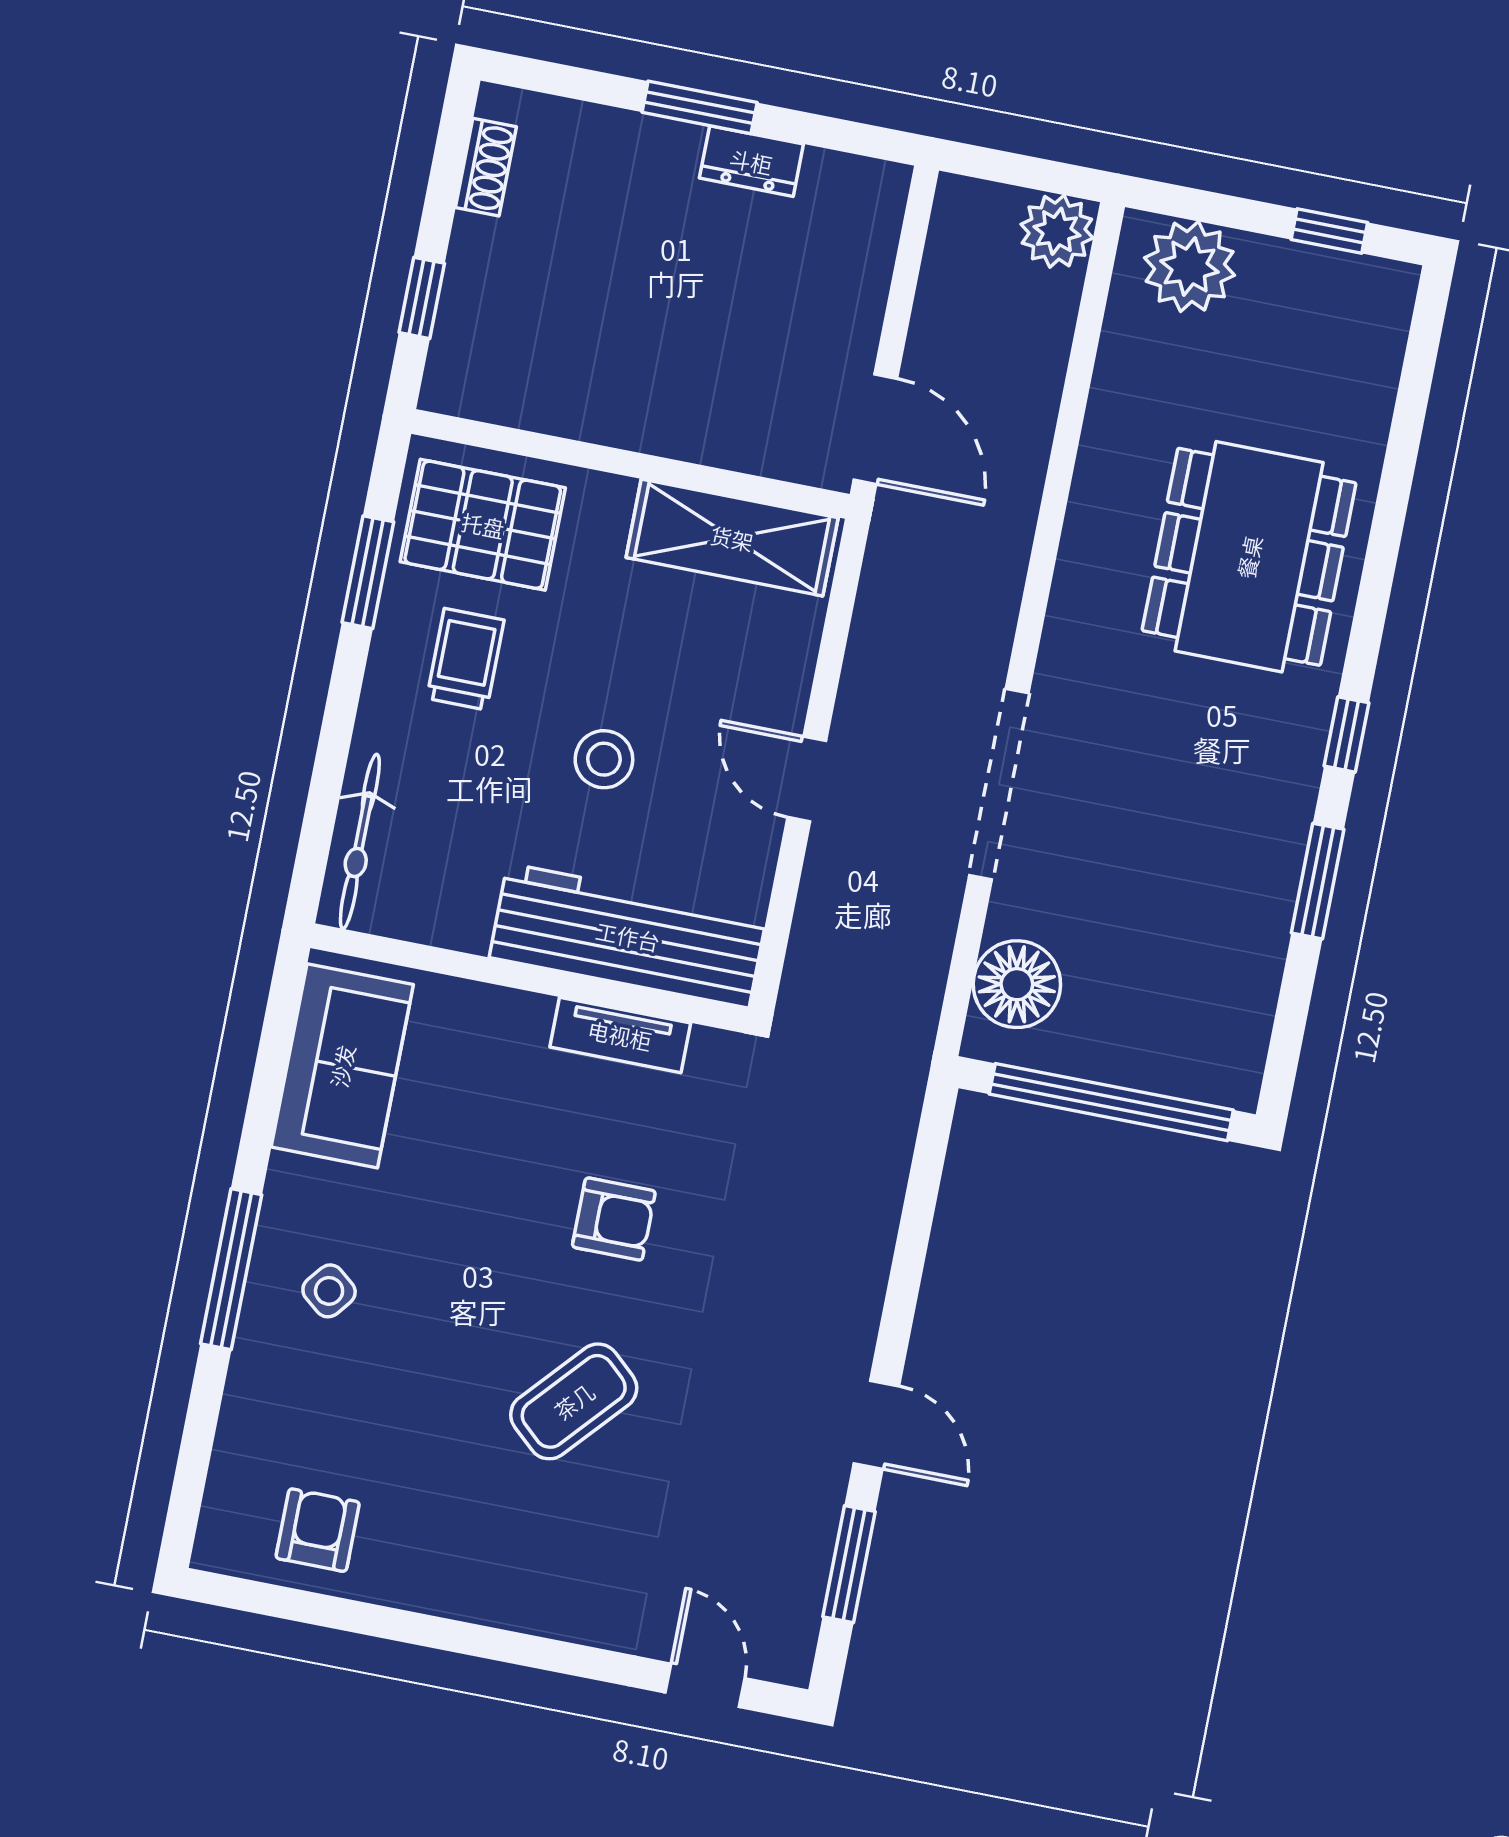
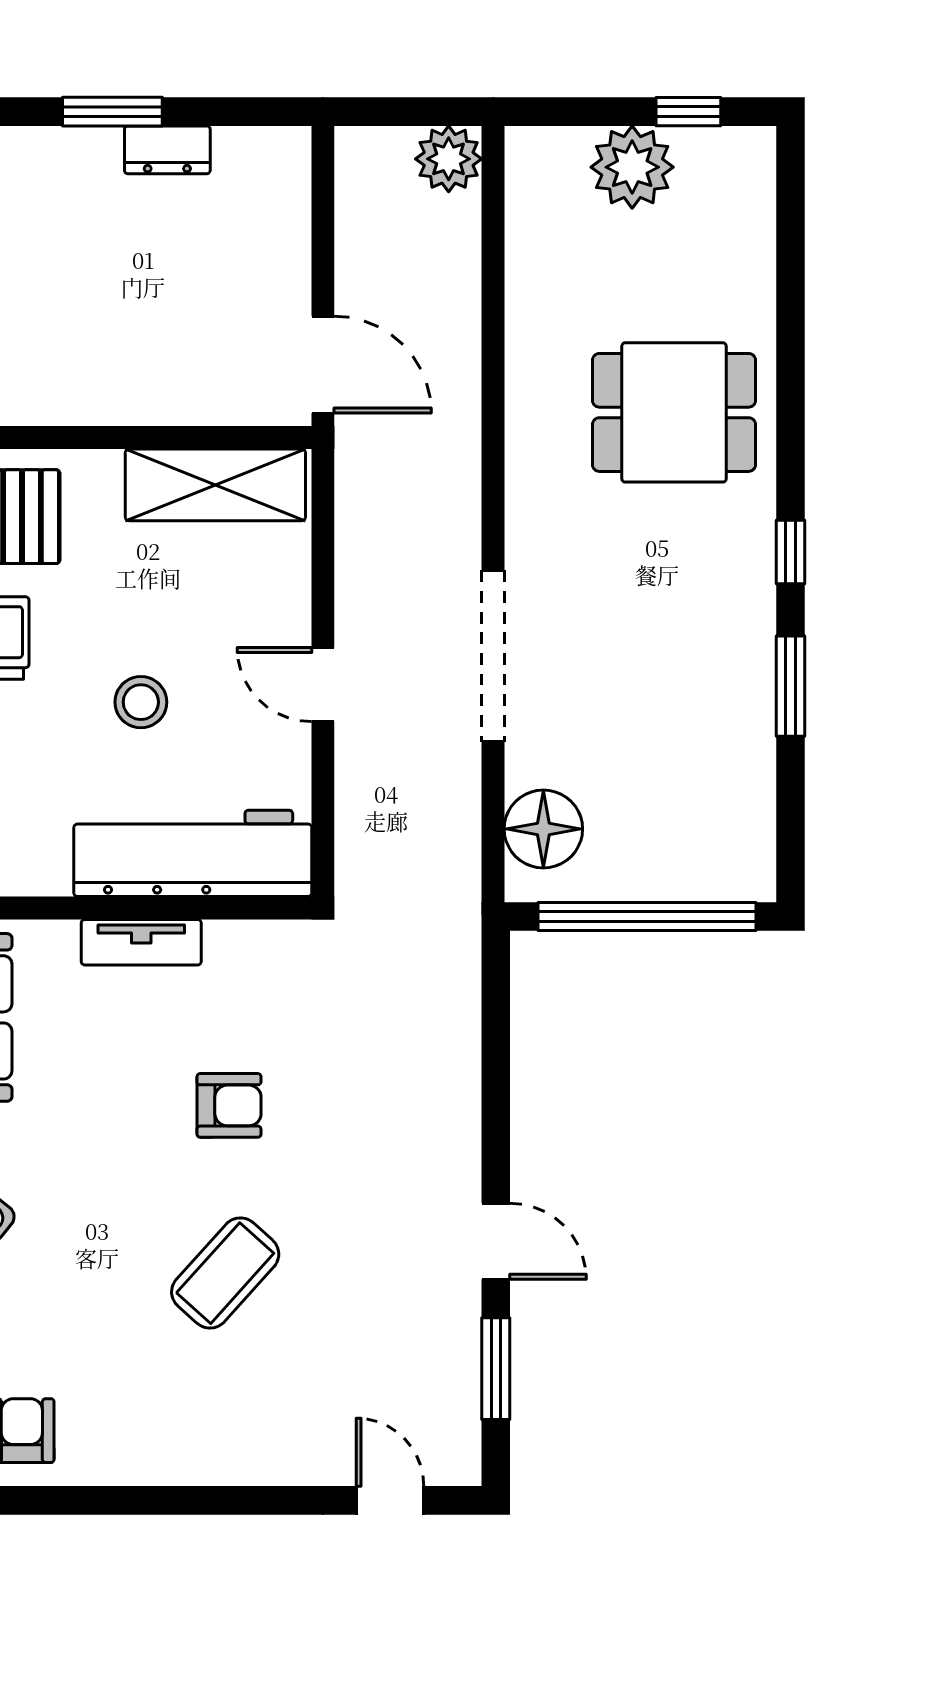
plant: (1190, 267) -> (632, 167), moved
dining table: (1249, 557) -> (674, 412), width x0.73
tv unit: (620, 1035) -> (141, 942), moved

